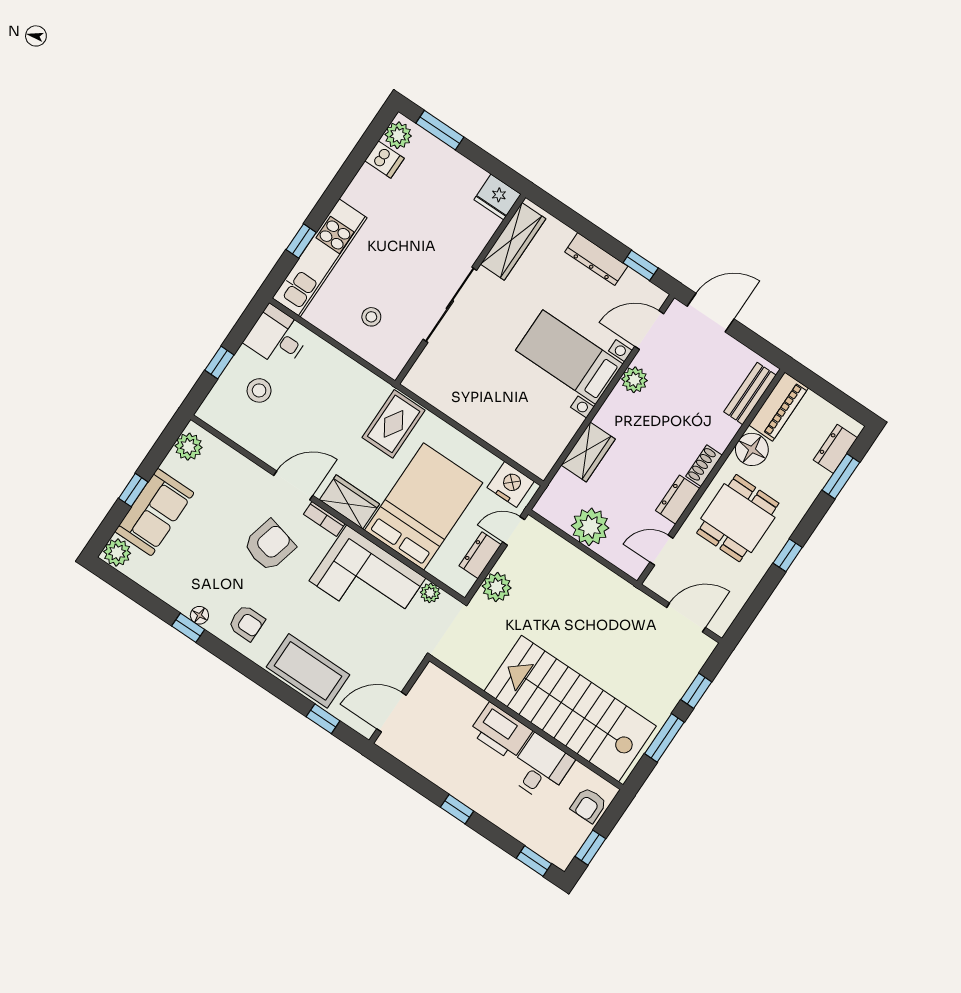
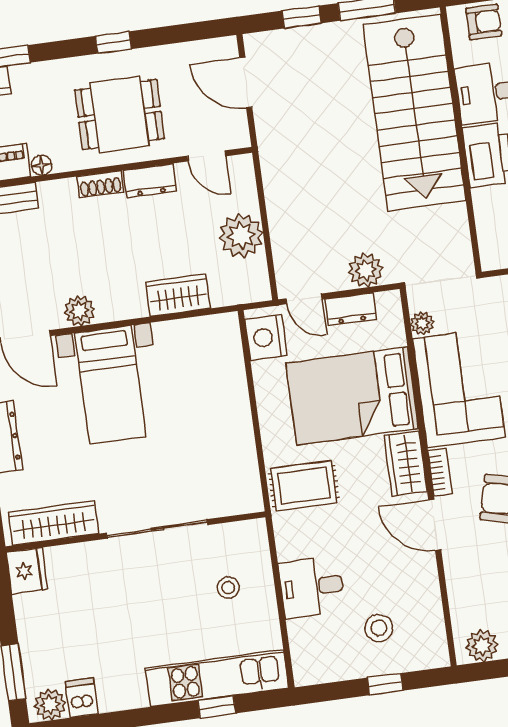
desk: (277, 337) -> (312, 587), moved, turned 90
floor lamp: (752, 449) -> (42, 165), width x0.53, depth x0.53

